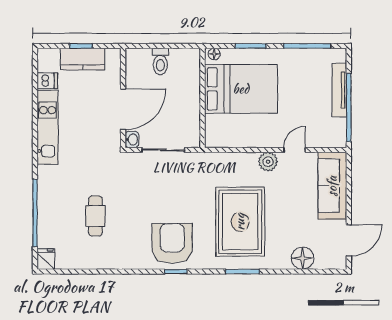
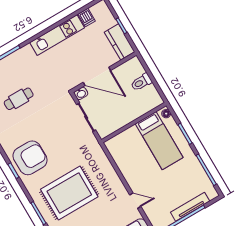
kitchen counter: (82, 59) -> (120, 42), moved
bed: (241, 89) -> (159, 141), width x0.67
plant: (268, 162) -> (118, 188), removed

